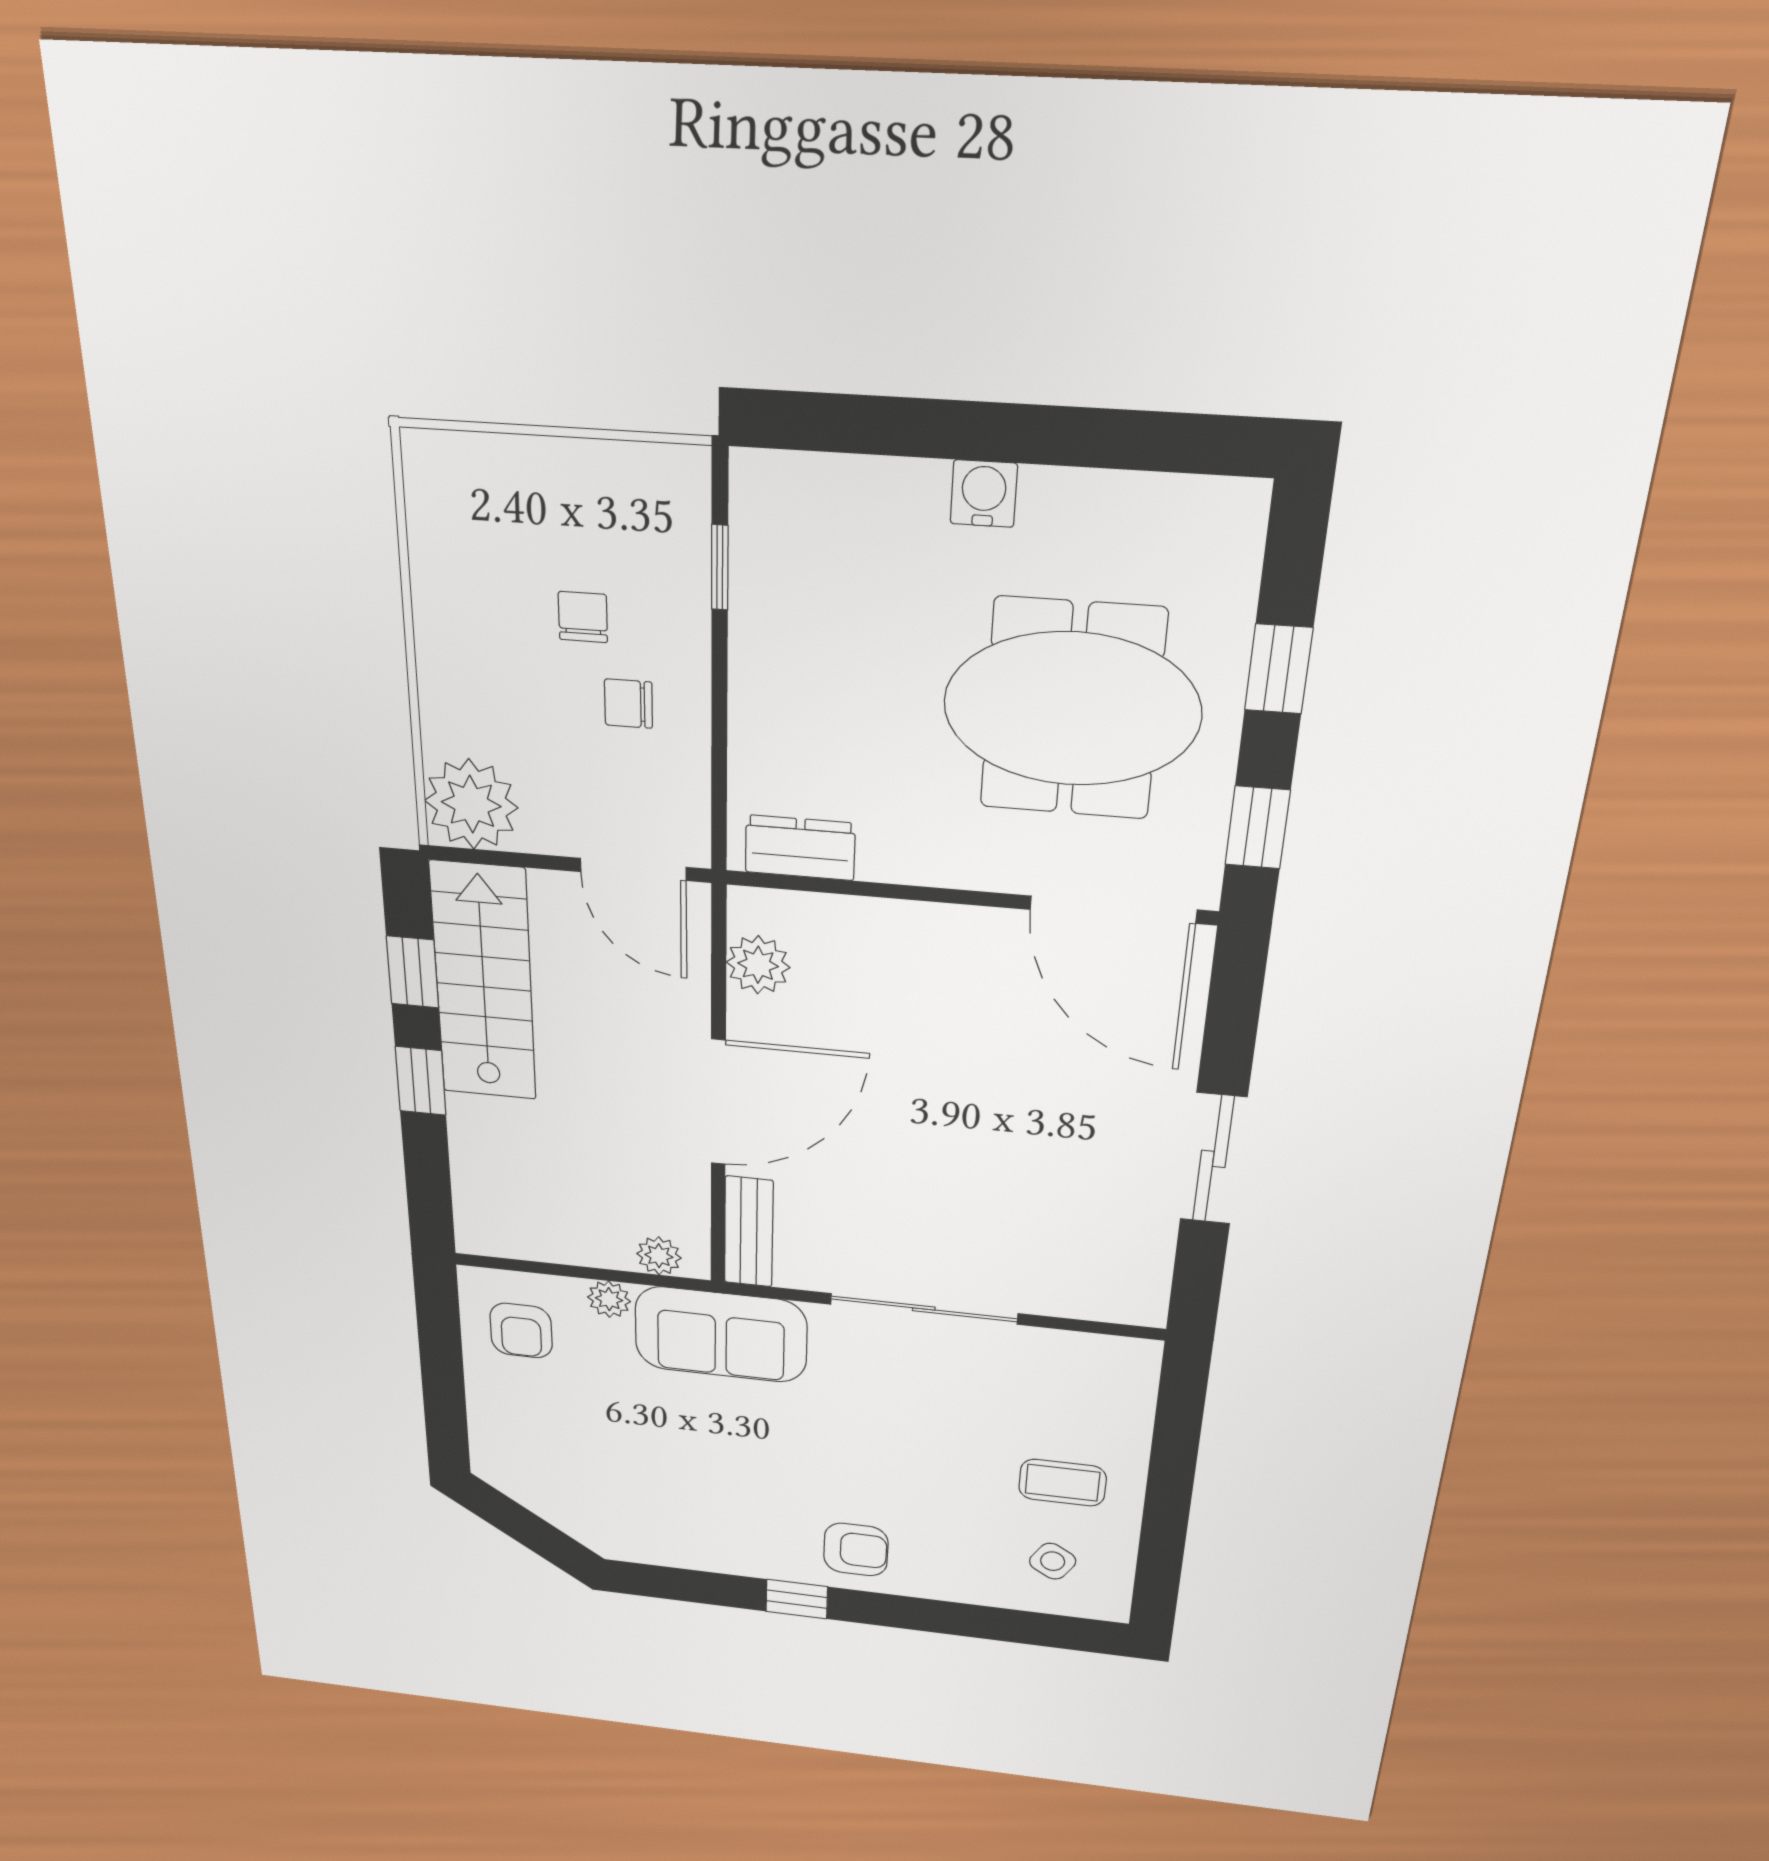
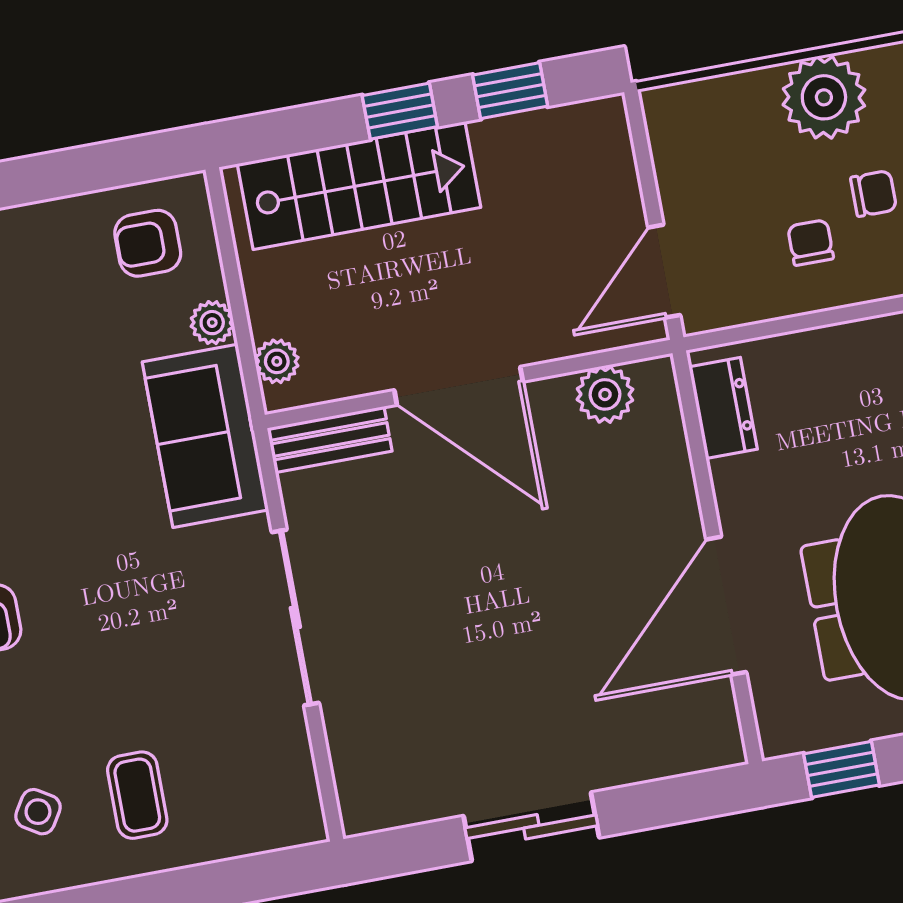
plant: (471, 804) -> (824, 97), moved
door: (1113, 910) -> (726, 606), moved
stairs: (484, 982) -> (359, 186), moved

